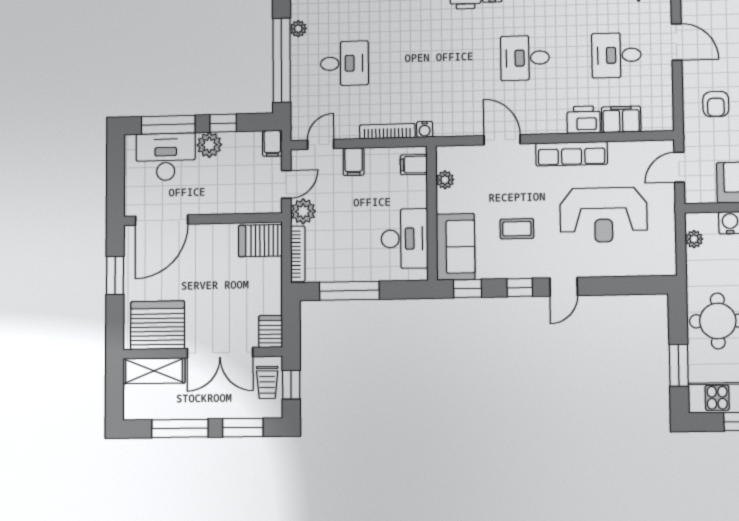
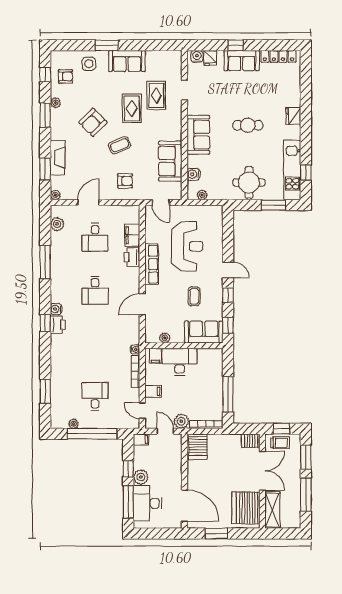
desk: (405, 239) -> (180, 362), moved

